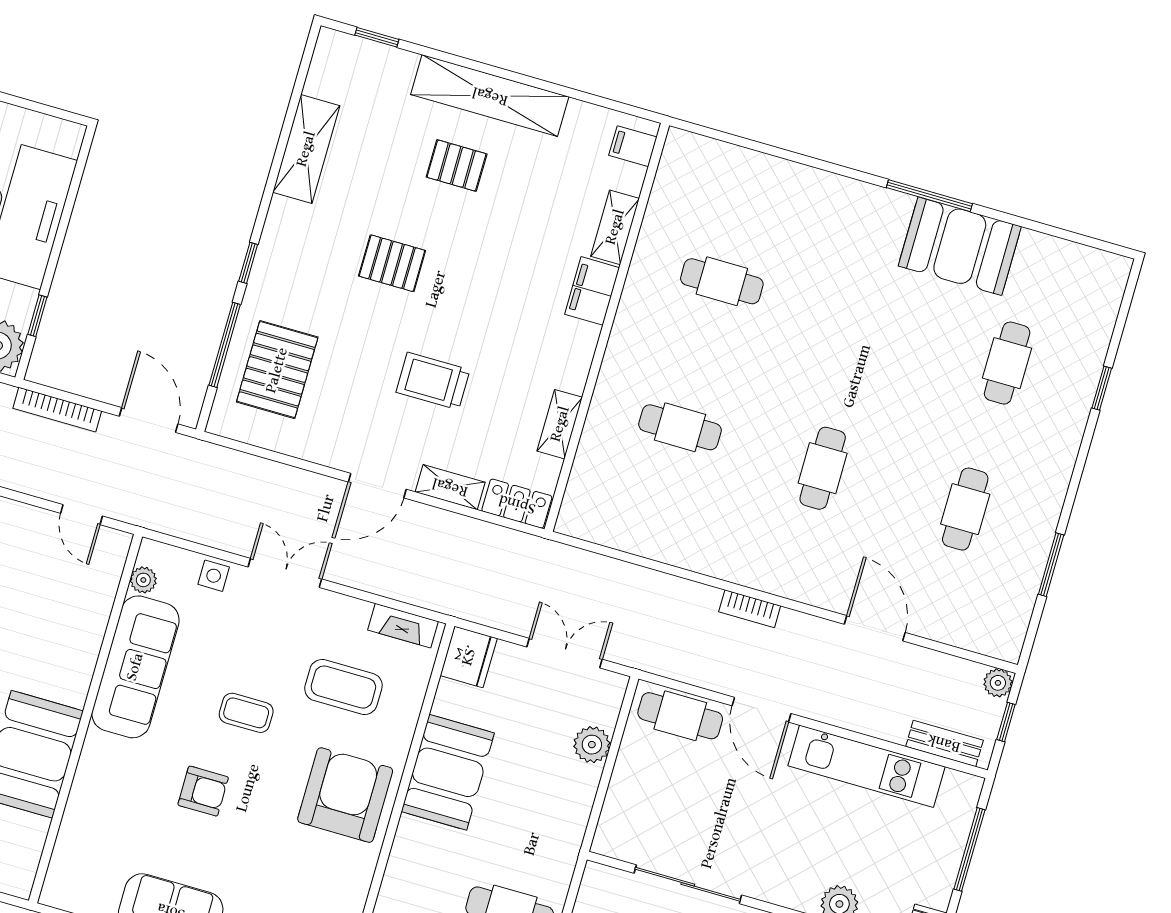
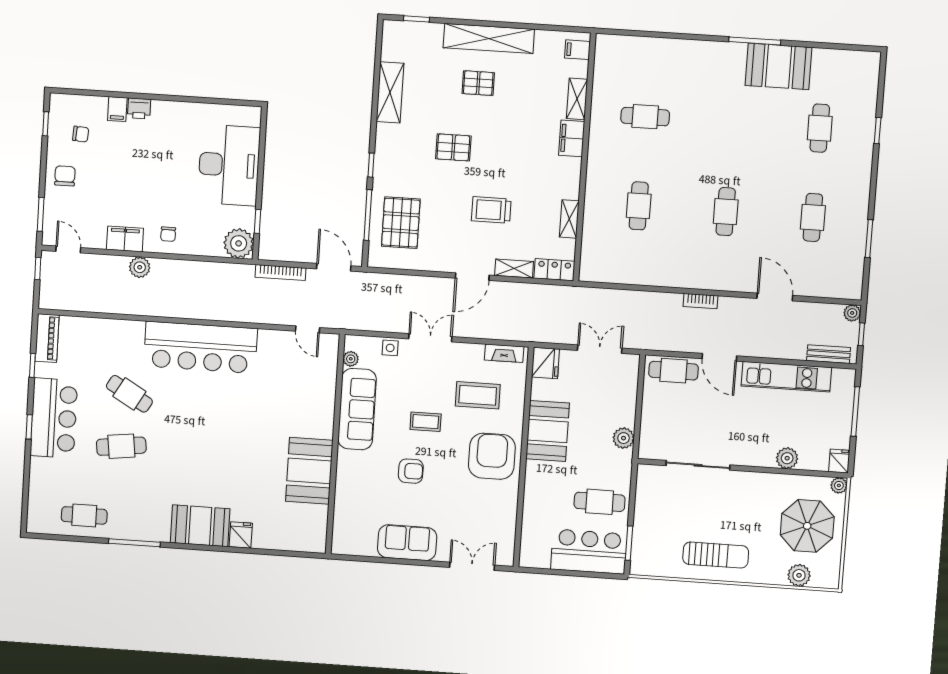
cafe table: (680, 427) -> (639, 206), turned 90
plant: (592, 745) -> (624, 438), moved

